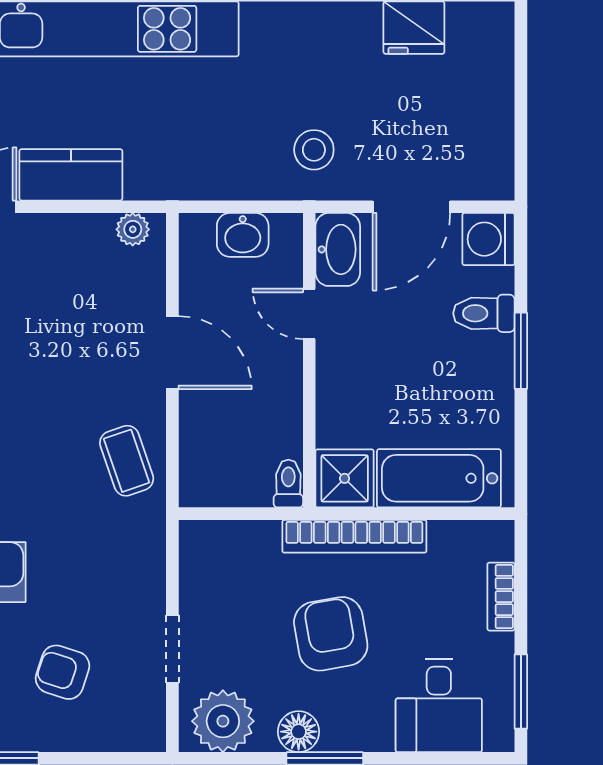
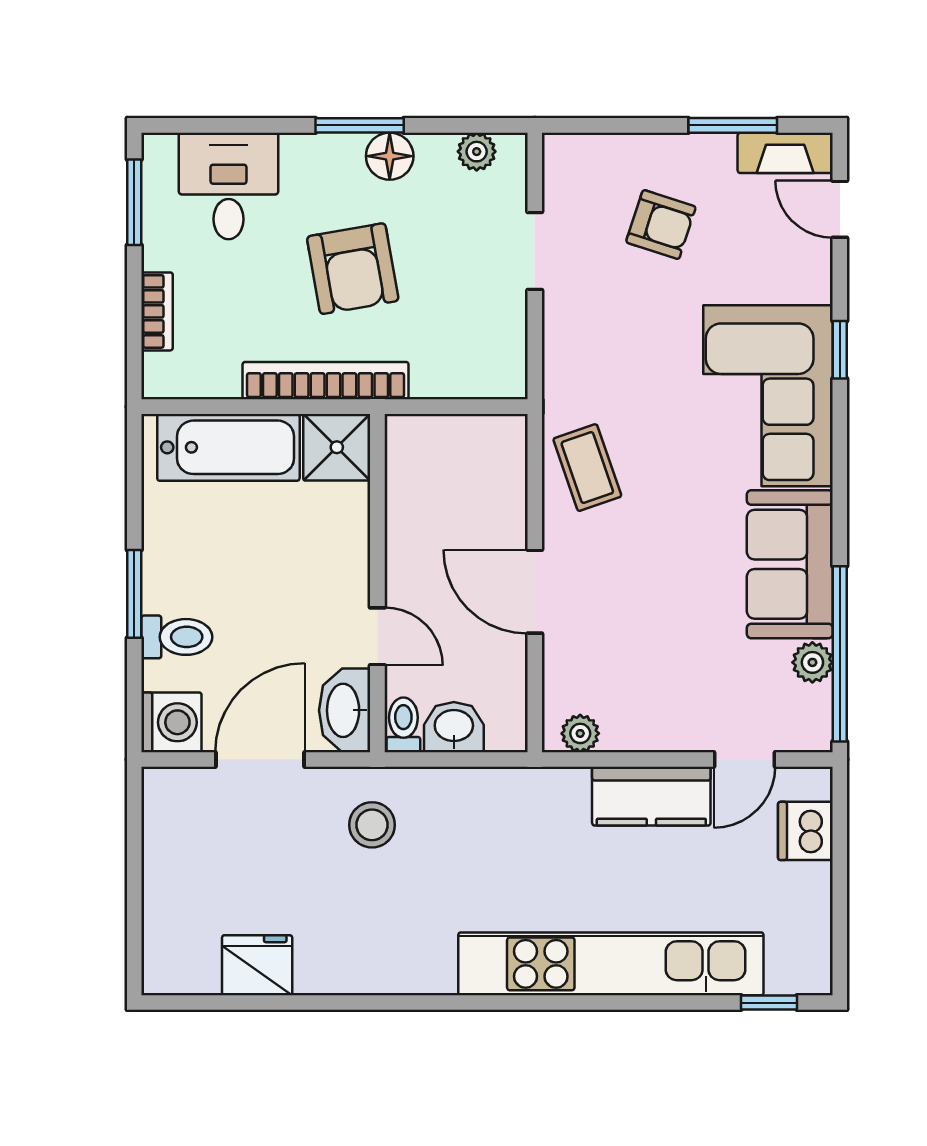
toilet: (288, 484) -> (403, 725), moved, turned 180
plant: (223, 721) -> (477, 152), width x0.53, depth x0.53

